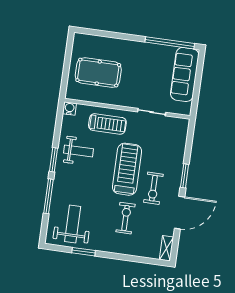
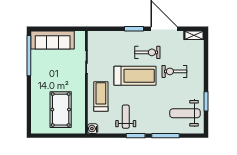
treadmill: (127, 169) -> (135, 76), turned 180

